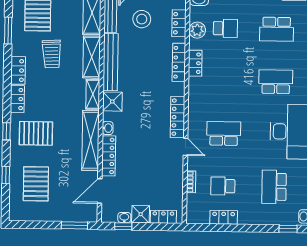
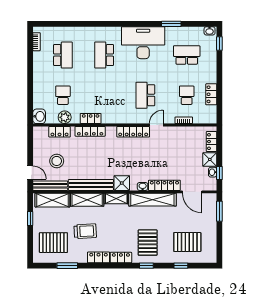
school desk: (223, 186) -> (187, 95), turned 180
school desk: (274, 187) -> (187, 55), turned 180

